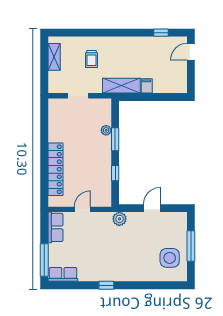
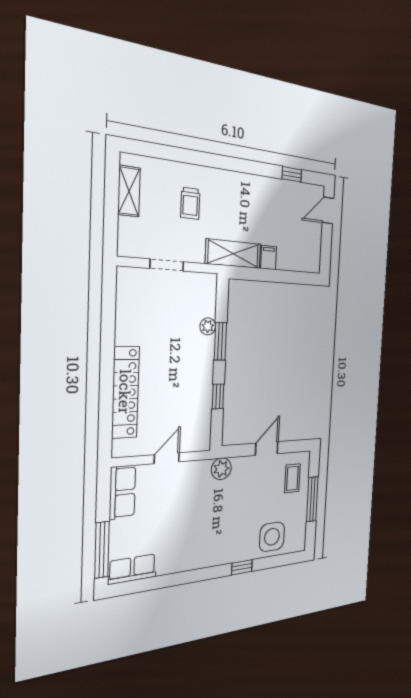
coffee table: (174, 230) -> (292, 478), added
side table: (170, 258) -> (272, 537), moved
window: (106, 285) -> (242, 567), moved

